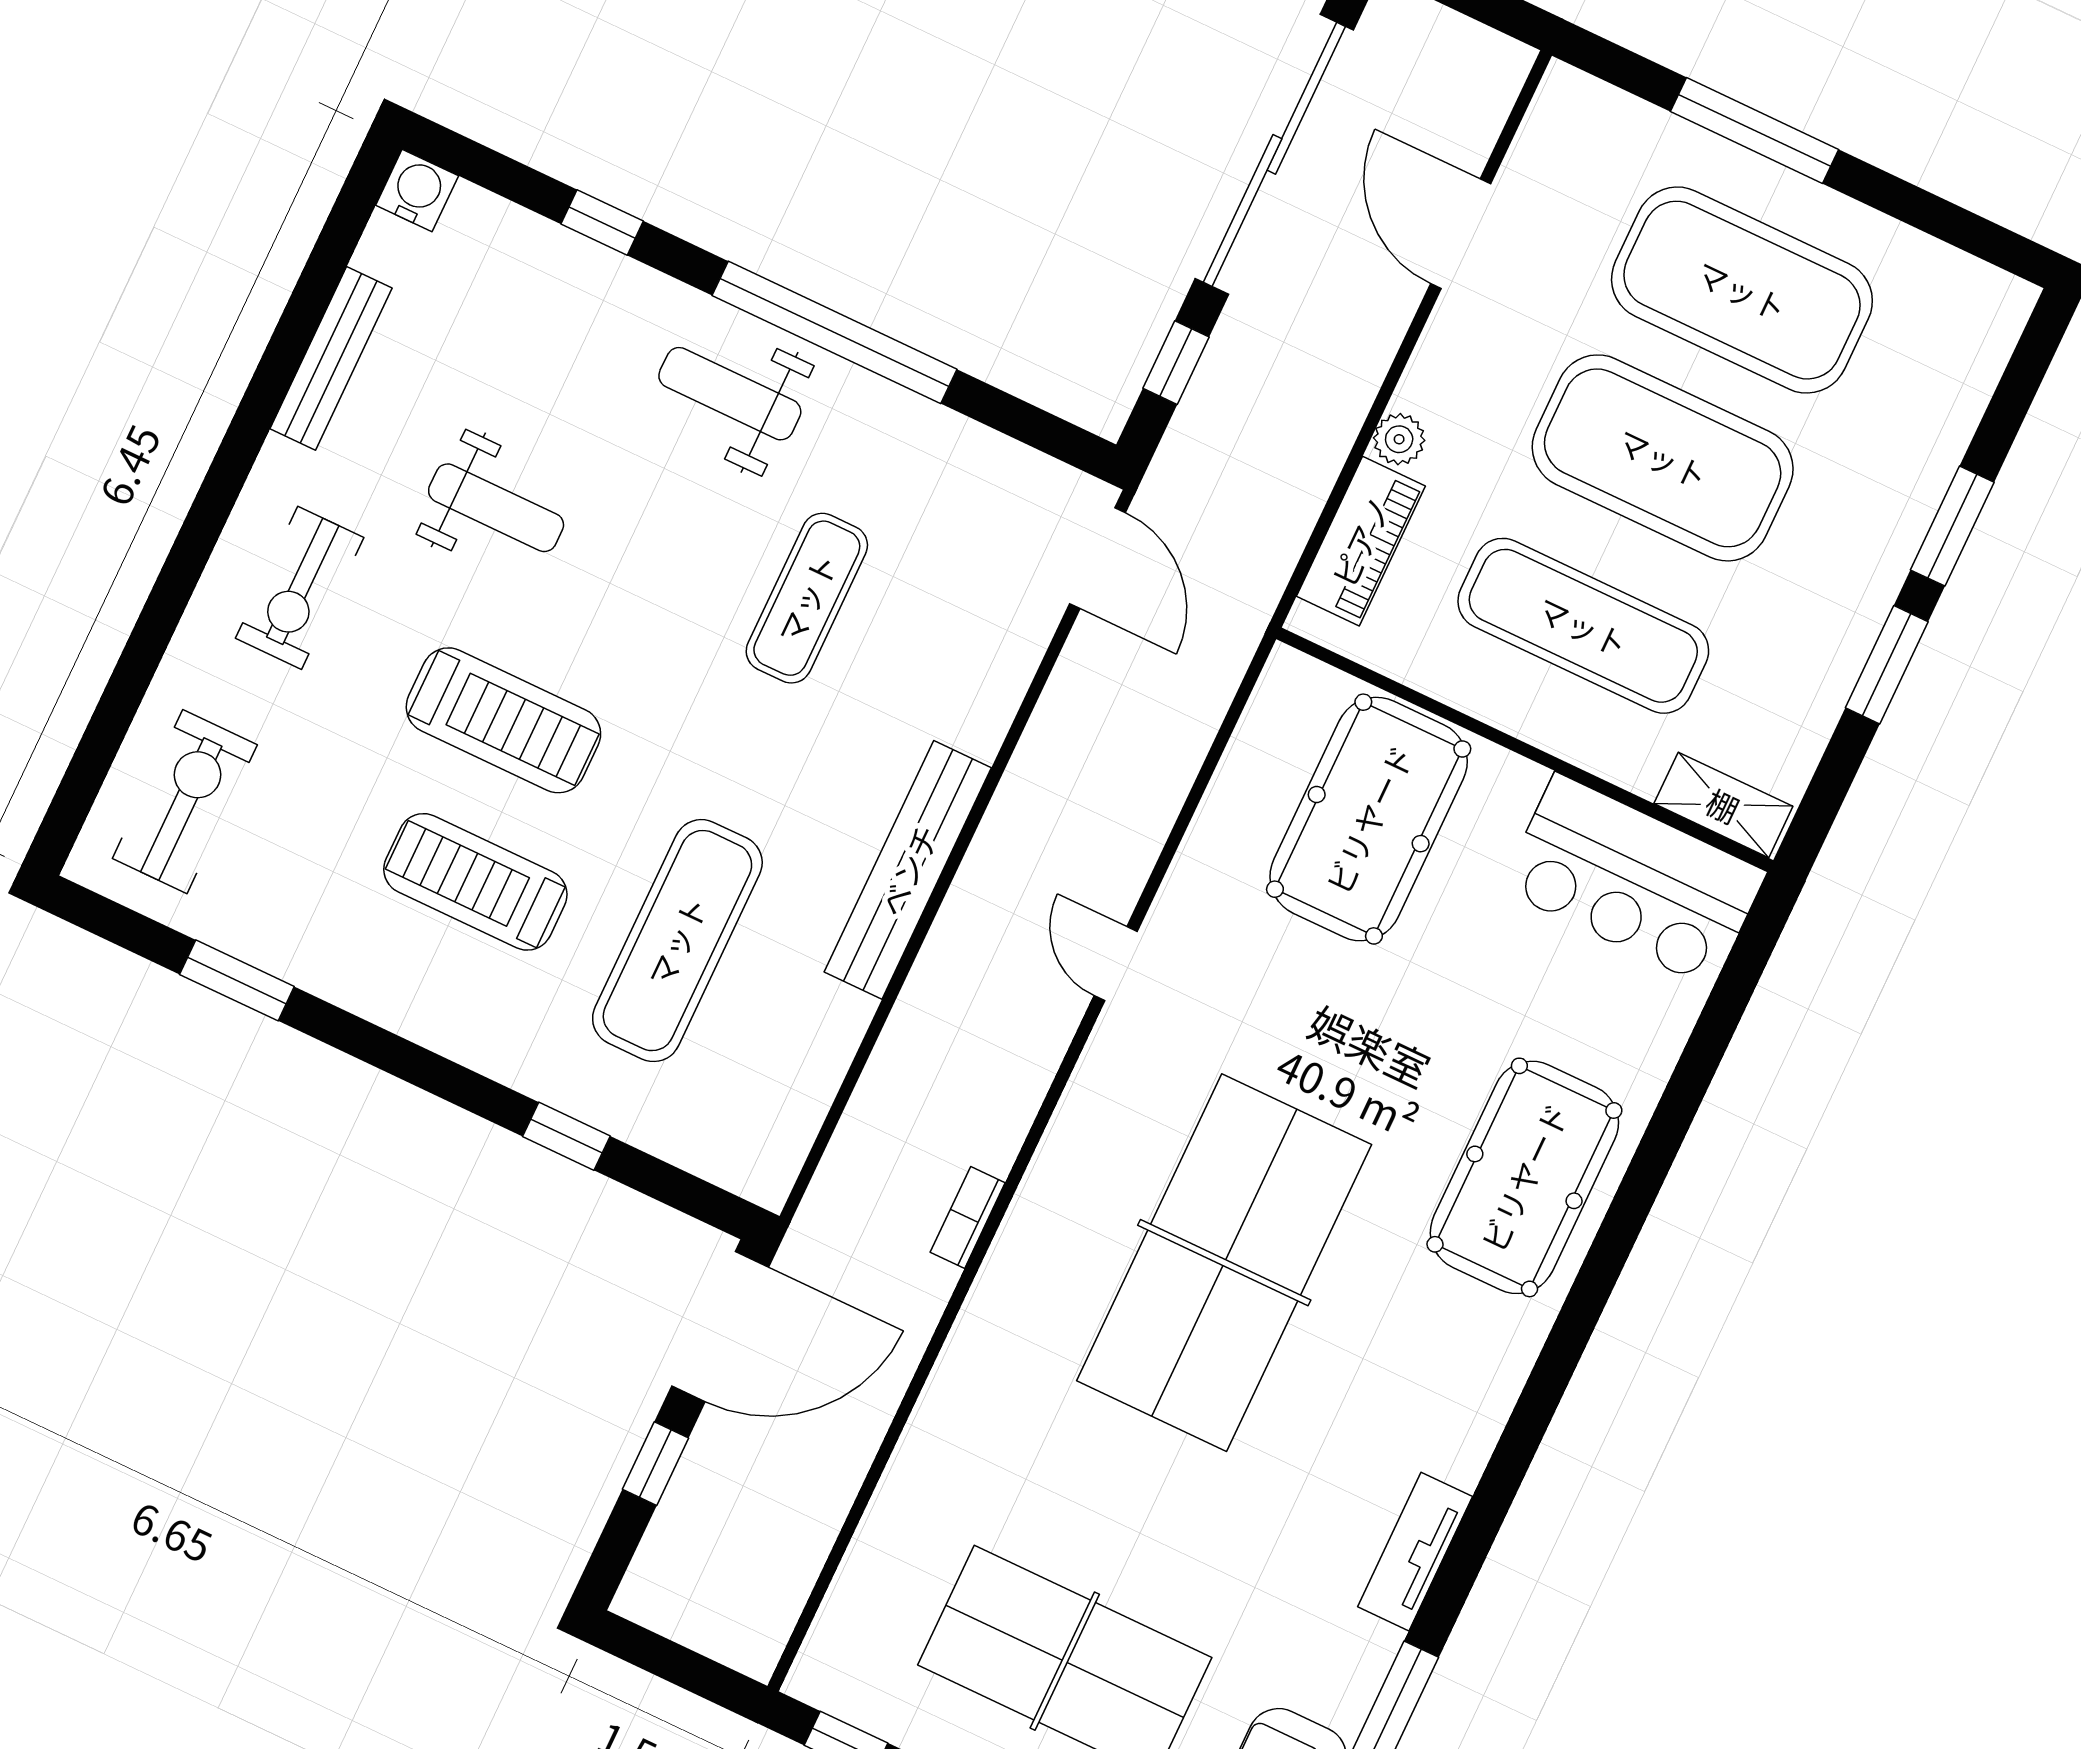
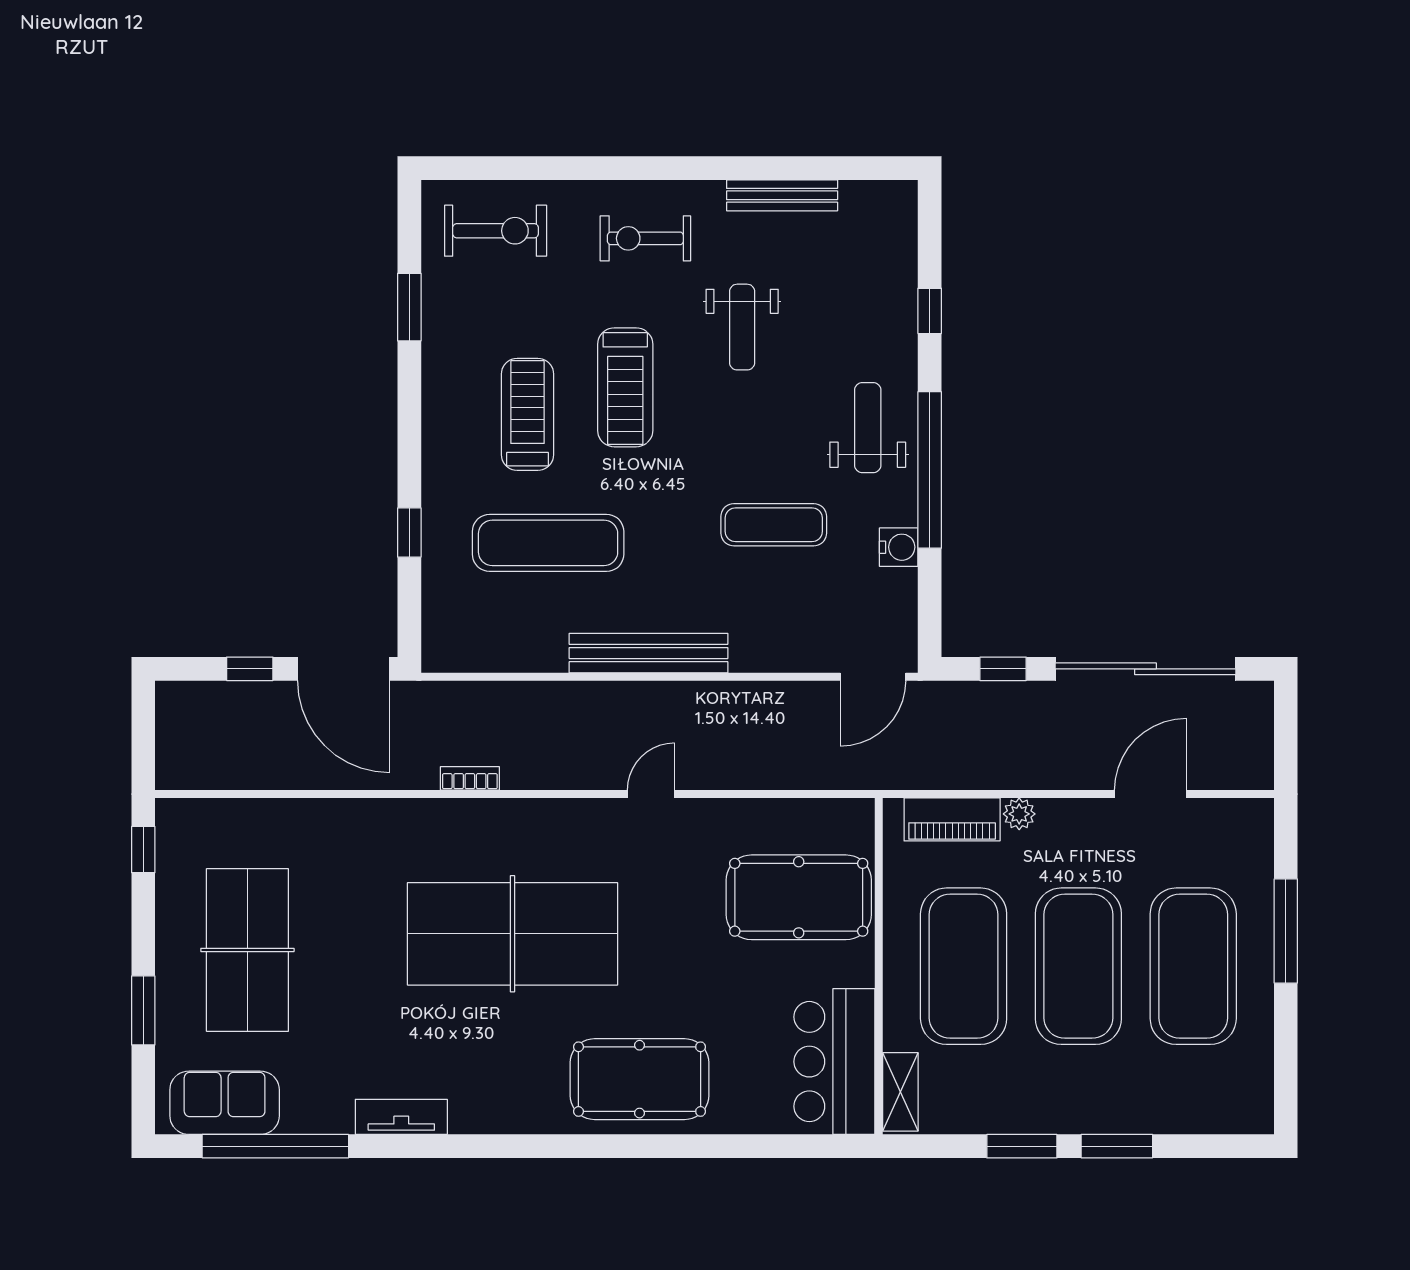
water cooler: (417, 190) -> (899, 547), moved
exercise mat: (1583, 626) -> (964, 966), width x1.47

